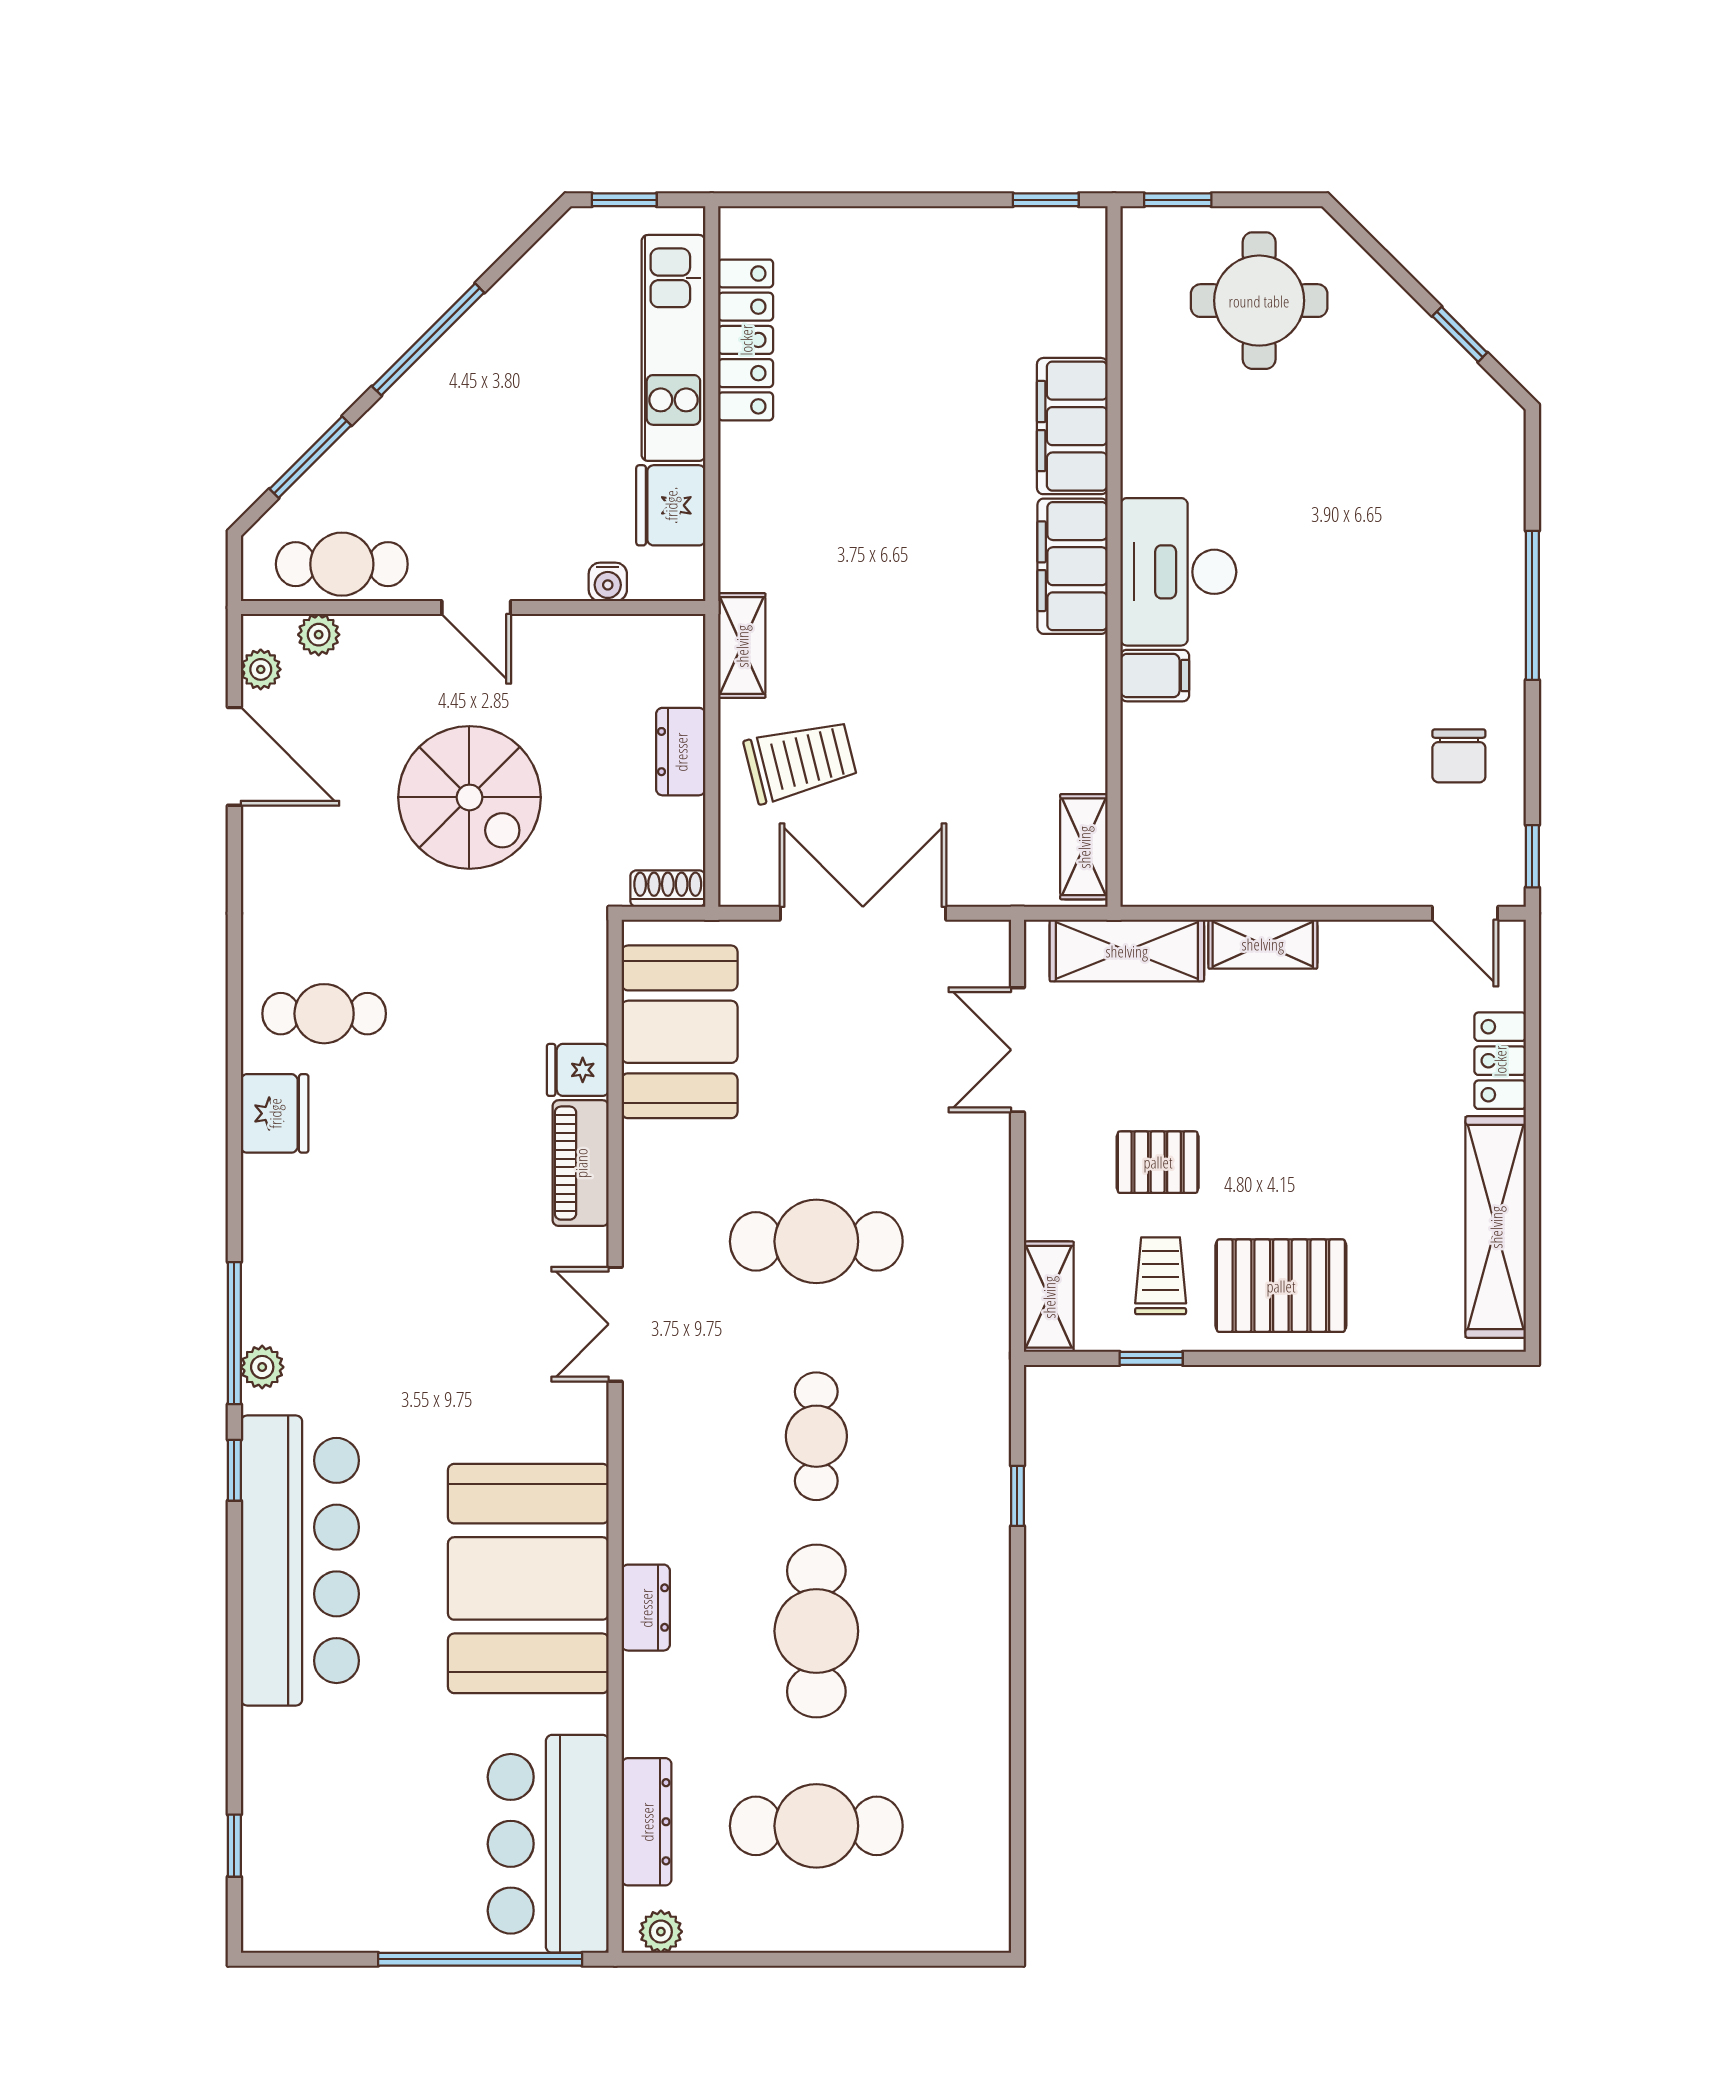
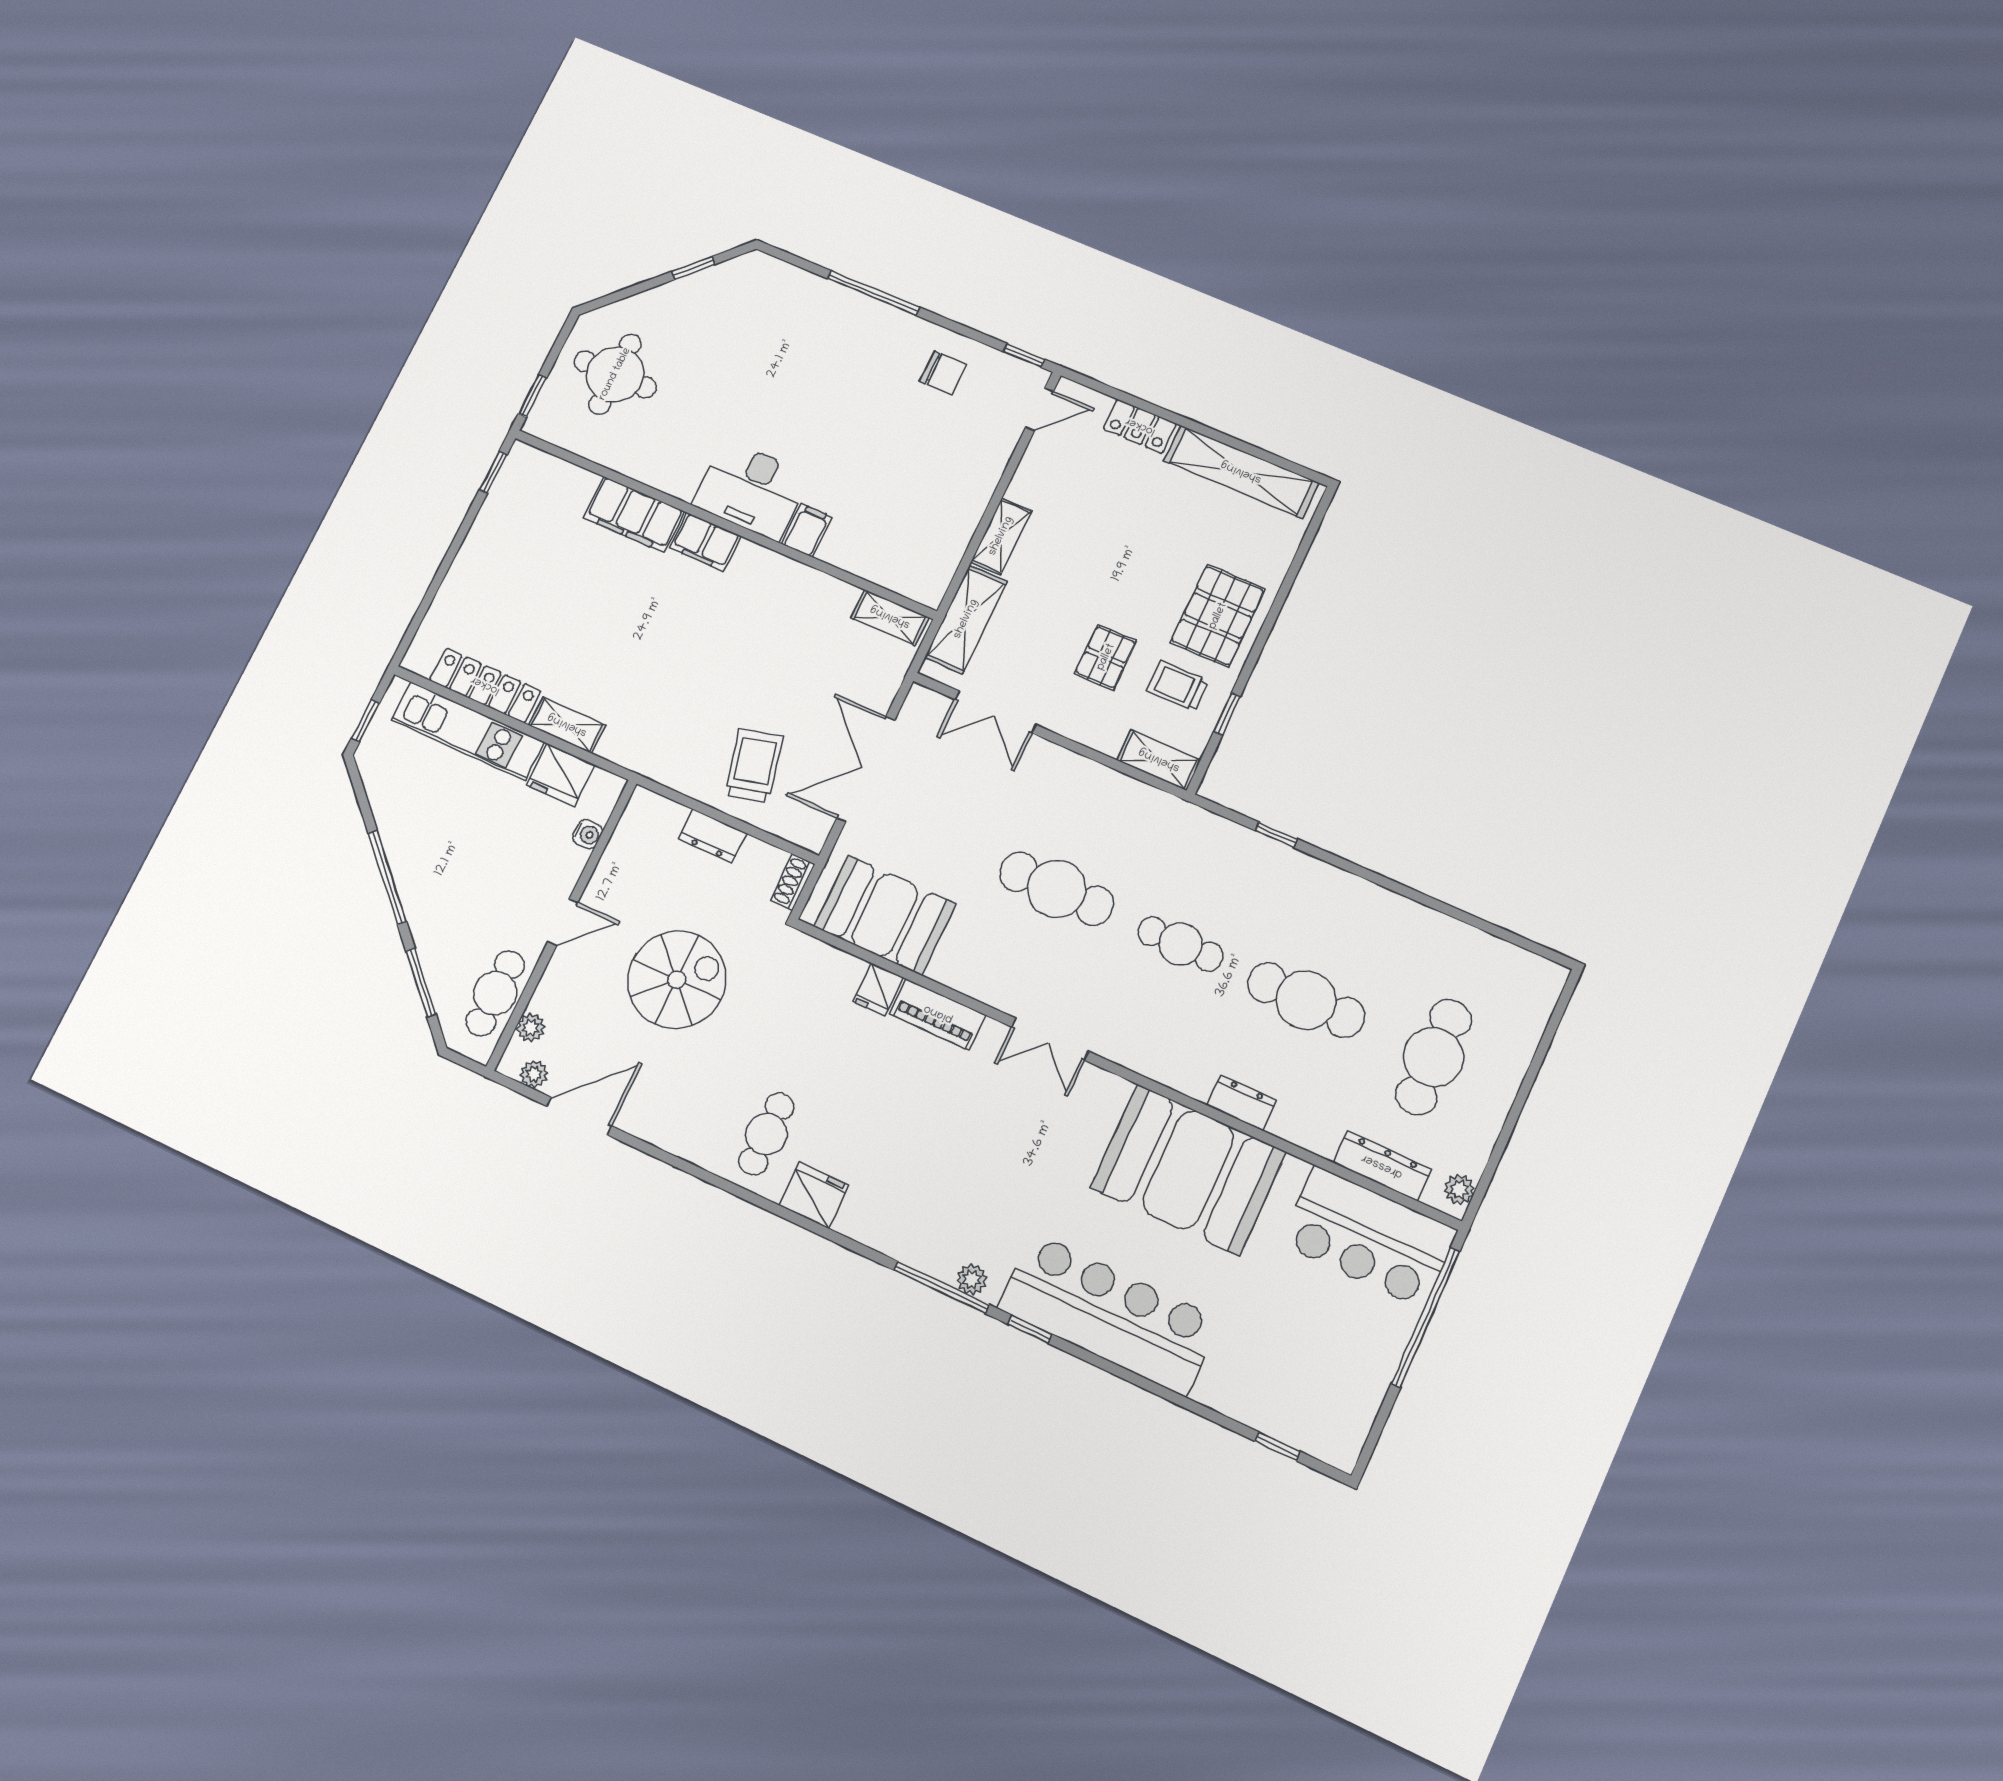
filing cabinet: (1073, 566) -> (705, 542), width x0.67, depth x0.86
shelving: (742, 646) -> (567, 725), moved
cafe table: (816, 1241) -> (1057, 889), turned 90

